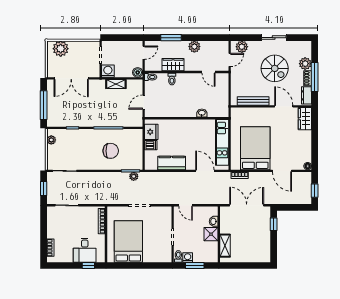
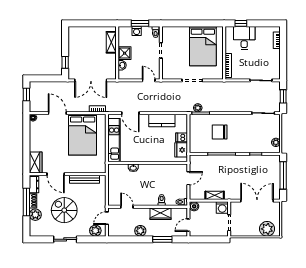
washing machine: (188, 257) -> (137, 31), moved

